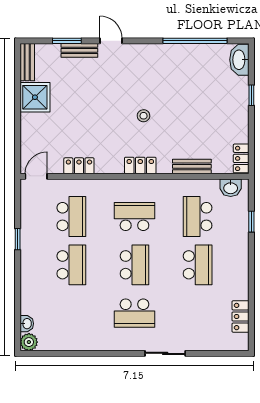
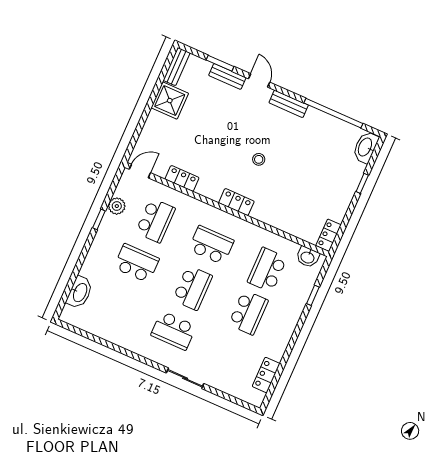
bench: (192, 166) -> (289, 104), moved
school desk: (71, 265) -> (137, 263), turned -90
washbasin: (27, 324) -> (80, 292), width x1.91, depth x1.45
plant: (29, 342) -> (117, 206), moved

